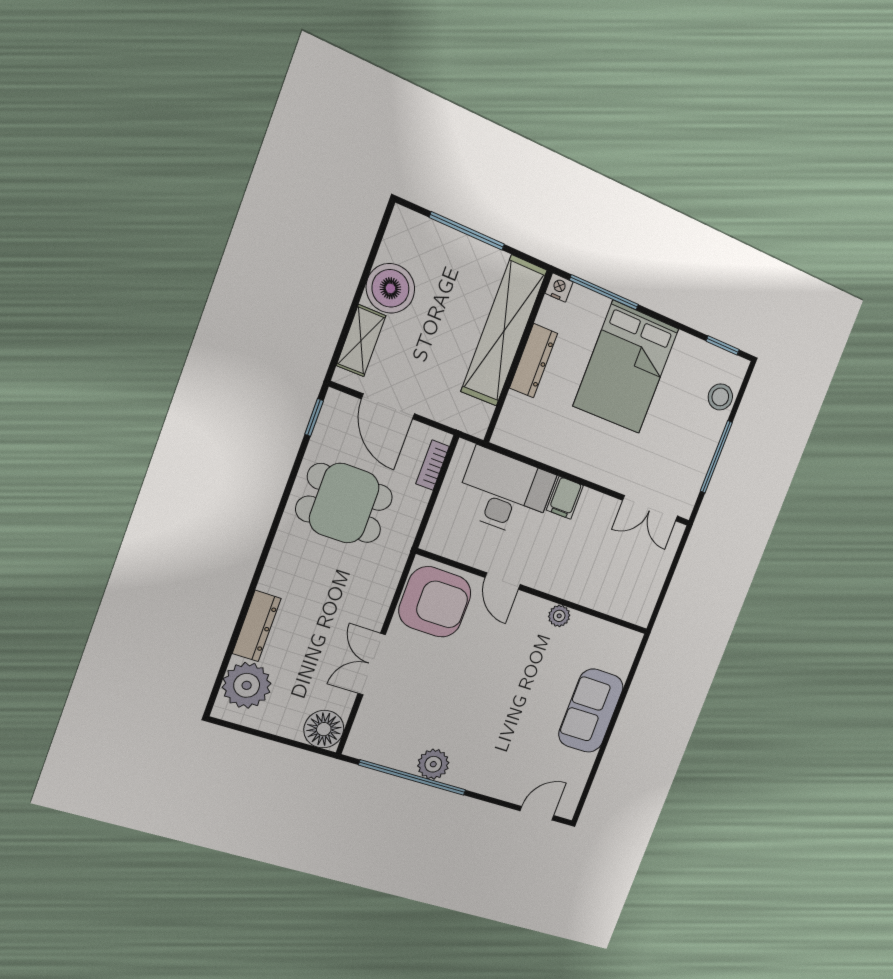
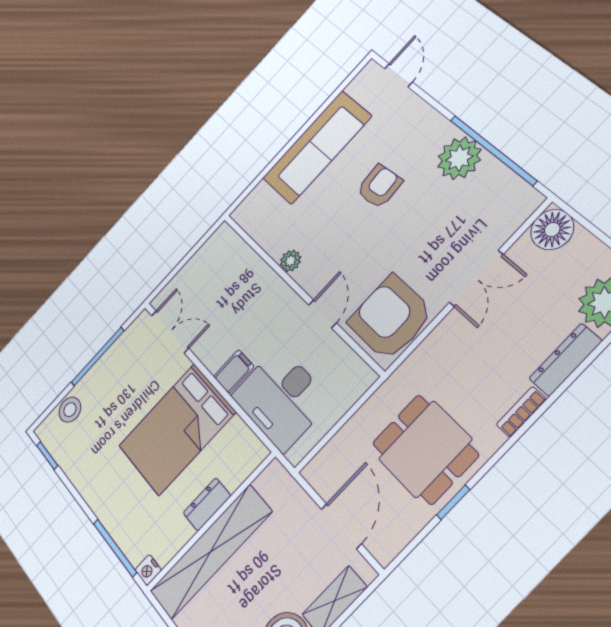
dresser: (534, 361) -> (207, 504), width x0.70
bed: (626, 367) -> (177, 429), moved, turned 180
window: (314, 418) -> (453, 502), moved
bookcase: (433, 465) -> (521, 412), moved, turned 180
armchair: (505, 711) -> (379, 186), added
sofa: (591, 711) -> (317, 147), width x1.36
plant: (433, 764) -> (459, 158), width x1.36, depth x1.36
door: (537, 813) -> (398, 75), swing flipped

